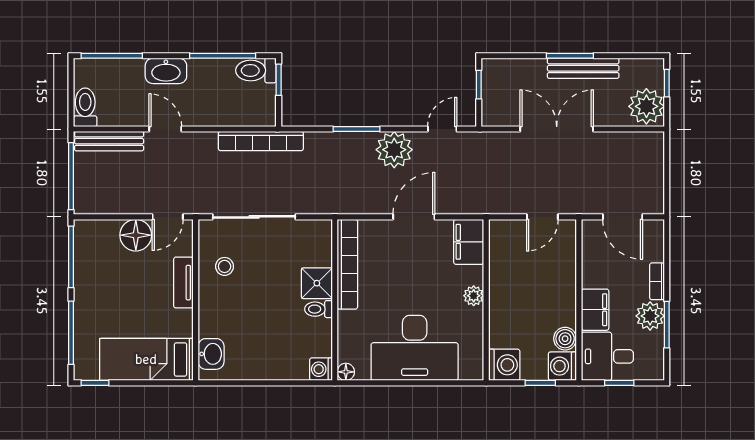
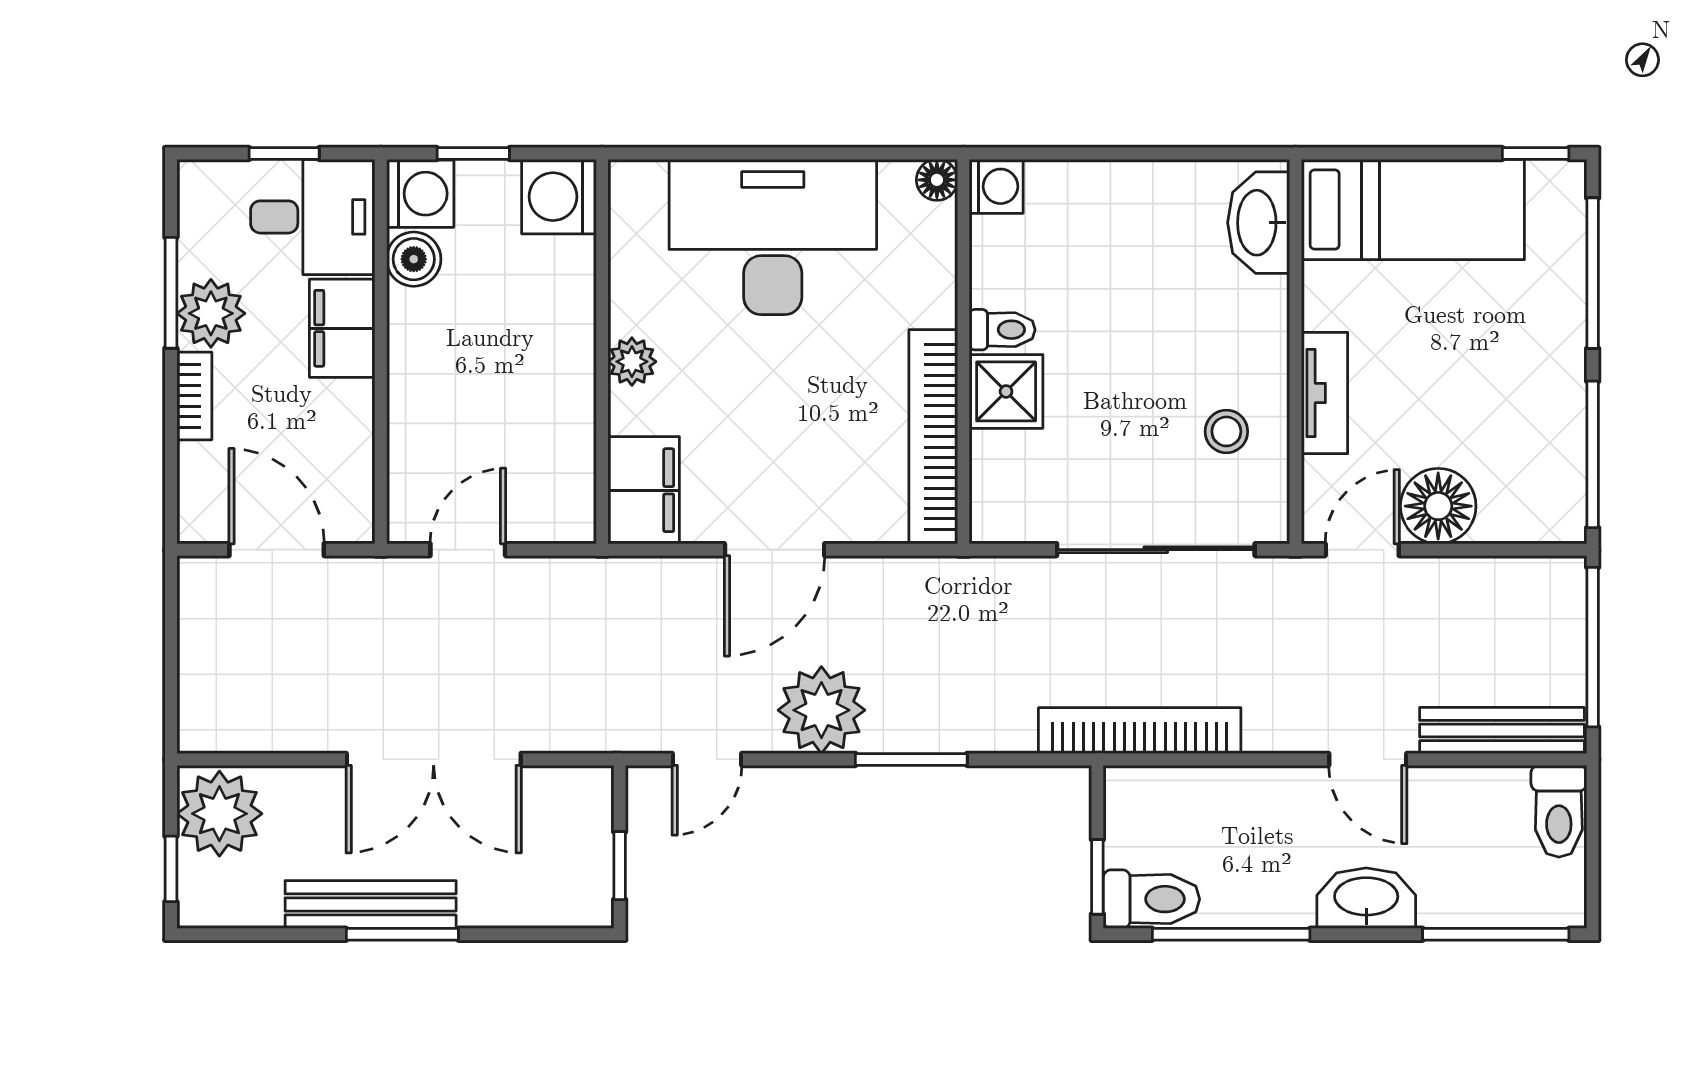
washbasin: (211, 354) -> (1259, 223), width x1.38

